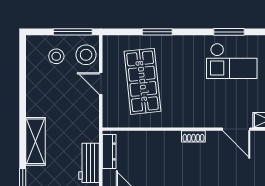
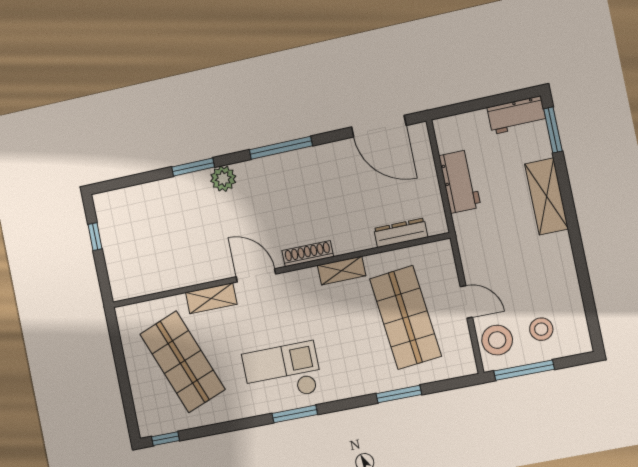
shelving: (178, 121) -> (342, 271), added
shoe rack: (193, 136) -> (308, 254), width x1.43
dresser: (109, 151) -> (401, 233), moved, turned 90

